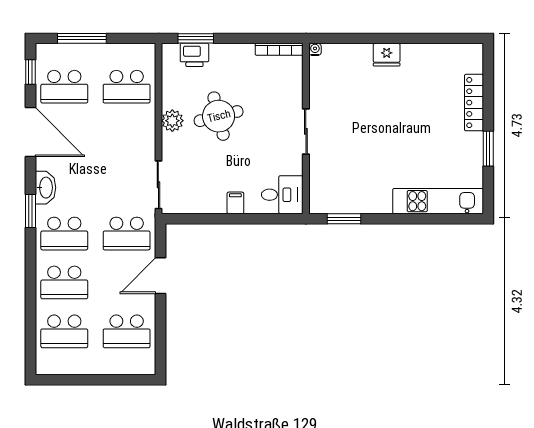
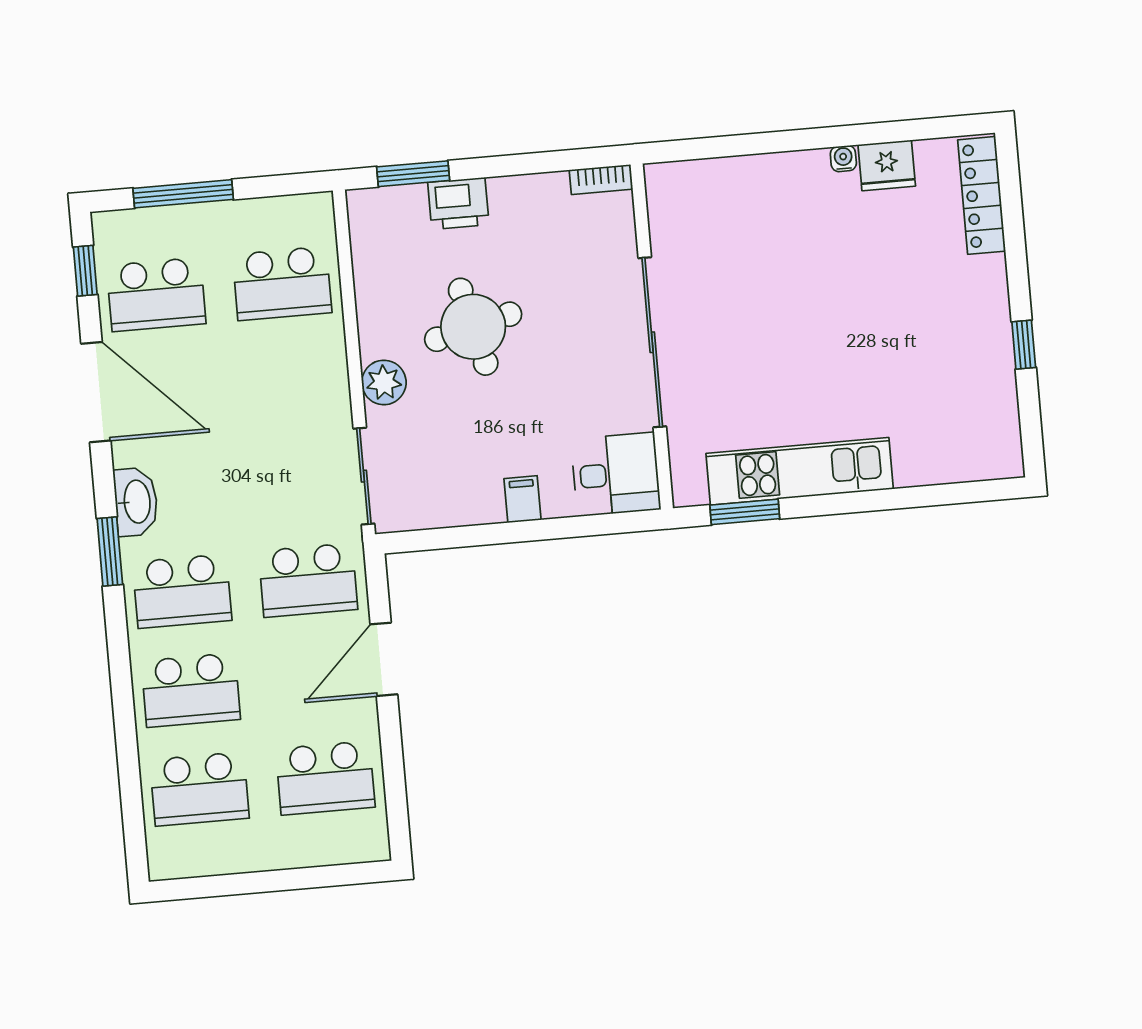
bookcase: (279, 49) -> (601, 180), width x0.64
water cooler: (315, 49) -> (843, 159), moved
printer: (194, 55) -> (458, 203), moved
fridge: (387, 55) -> (887, 165), moved
locker: (474, 103) -> (982, 195), moved
plant: (172, 121) -> (384, 382), moved
sliding door: (306, 131) -> (652, 342), width x1.86
window: (488, 149) -> (1024, 345), width x0.67
kitchen unit: (438, 201) -> (800, 471), moved

